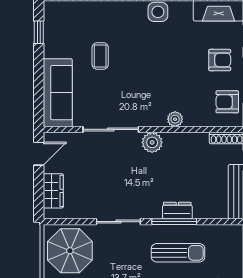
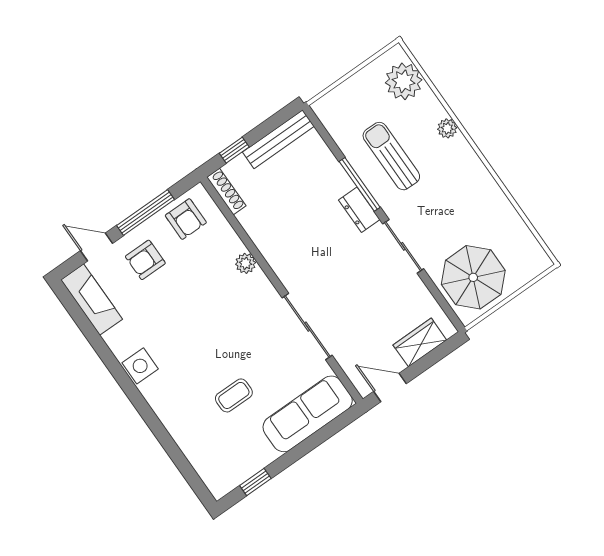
armchair: (220, 60) -> (145, 260), turned -90
plant: (152, 142) -> (289, 271), removed
dresser: (177, 211) -> (359, 210), moved

